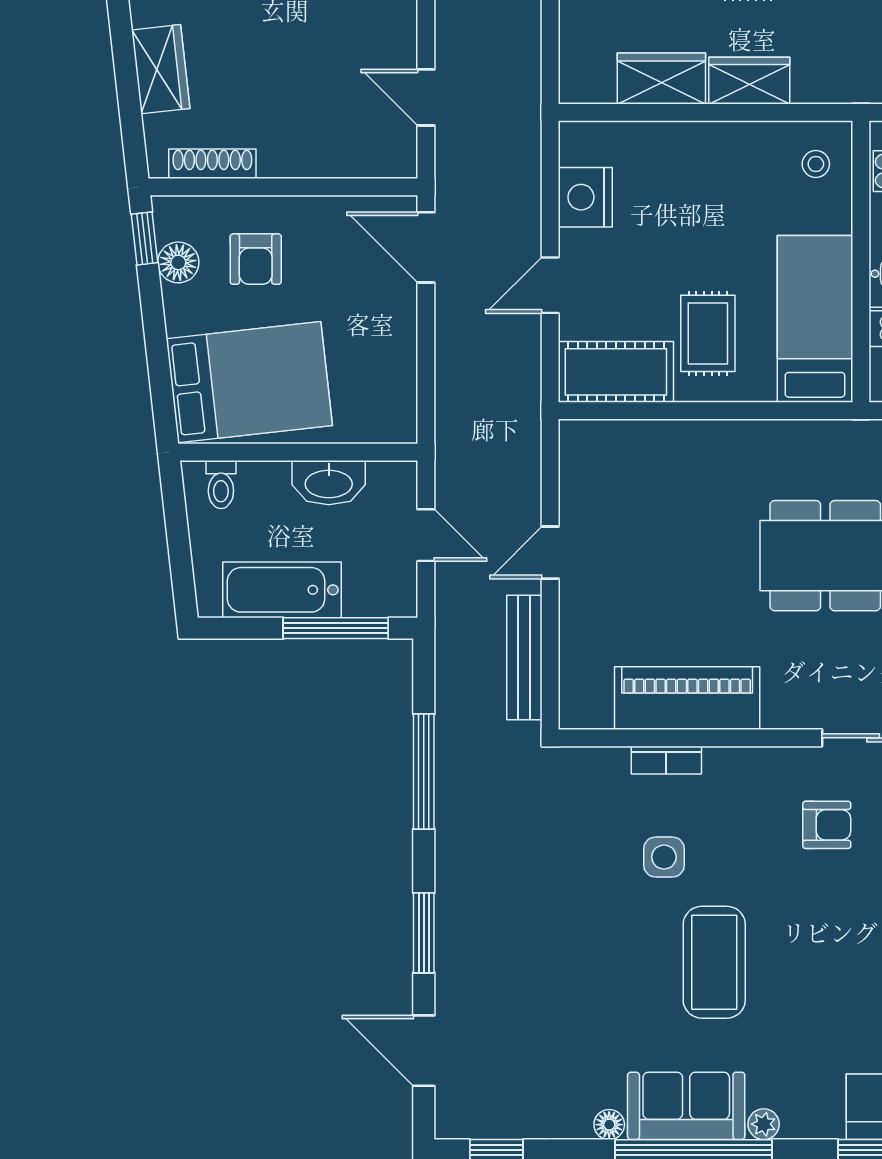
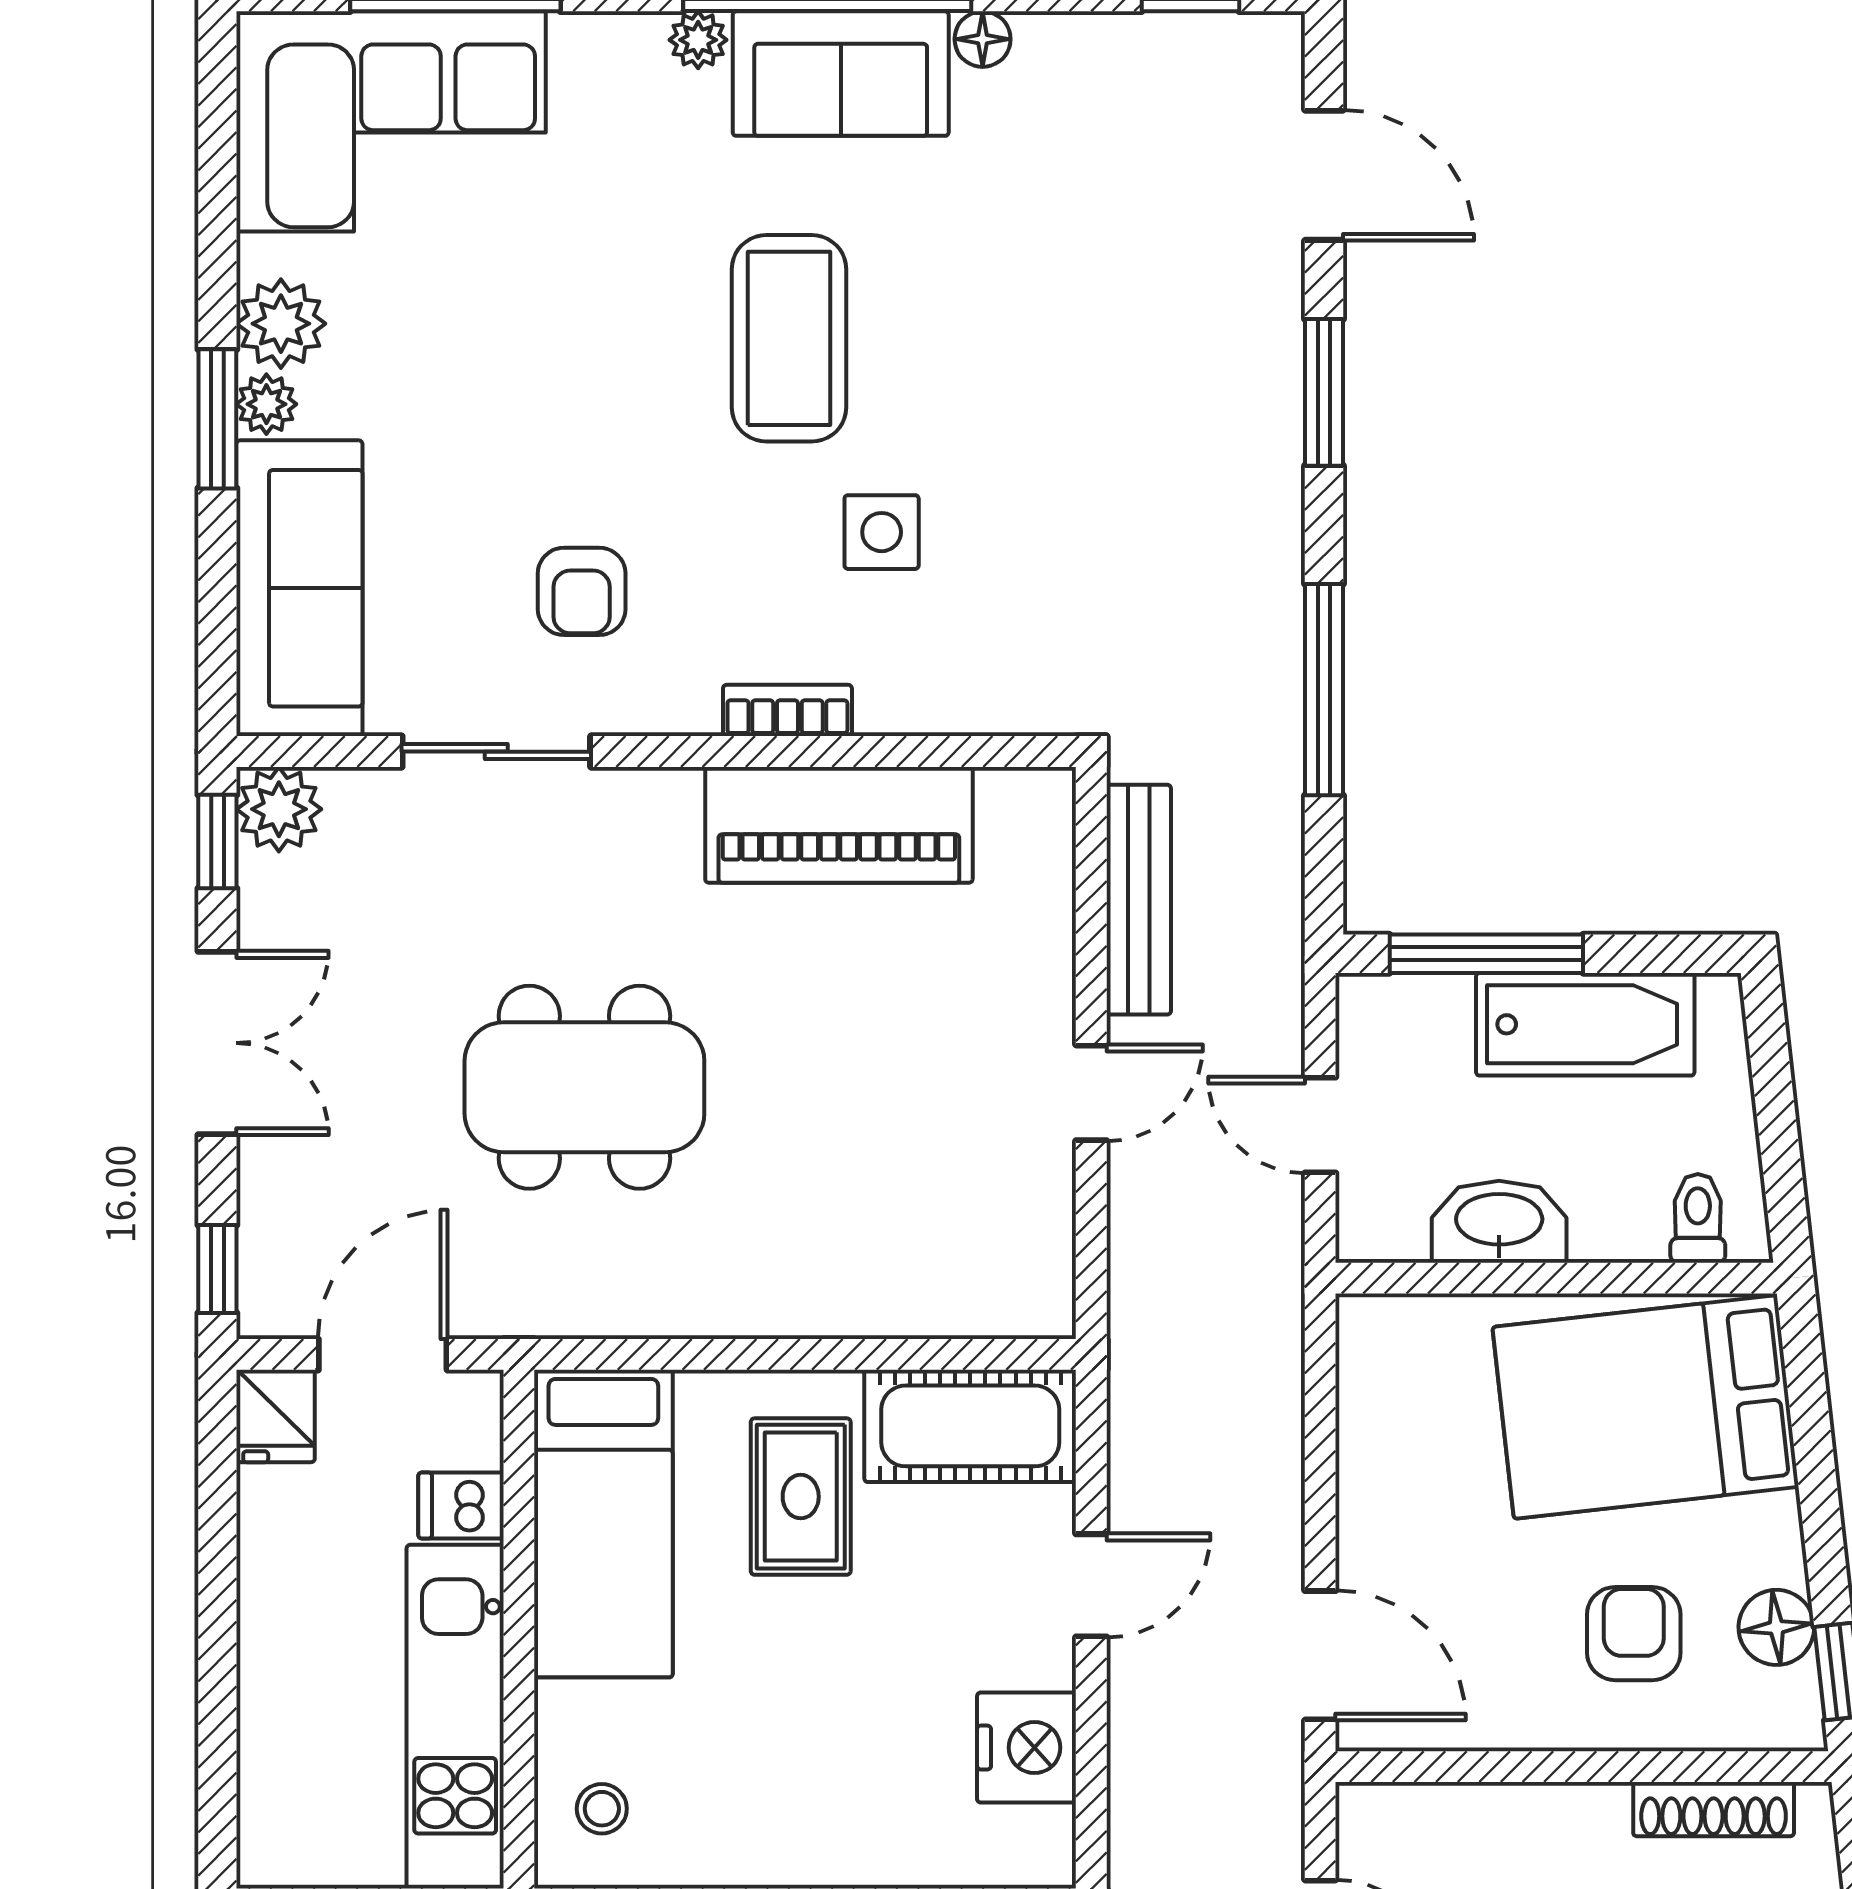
bookcase: (666, 760) -> (787, 710), moved
armchair: (827, 825) -> (582, 591), turned -90

